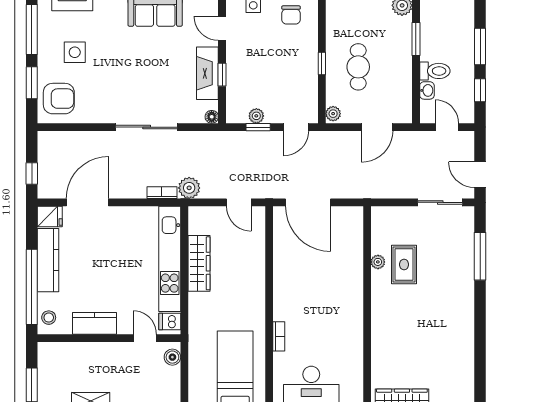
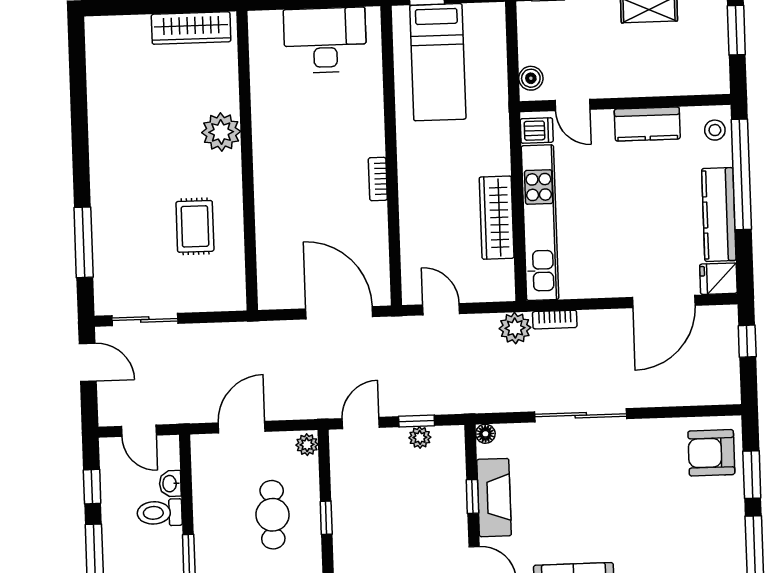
side table: (75, 52) -> (690, 522), removed
plant: (378, 262) -> (221, 132), moved, width x1.87, depth x1.87
bookcase: (279, 336) -> (378, 179), moved

